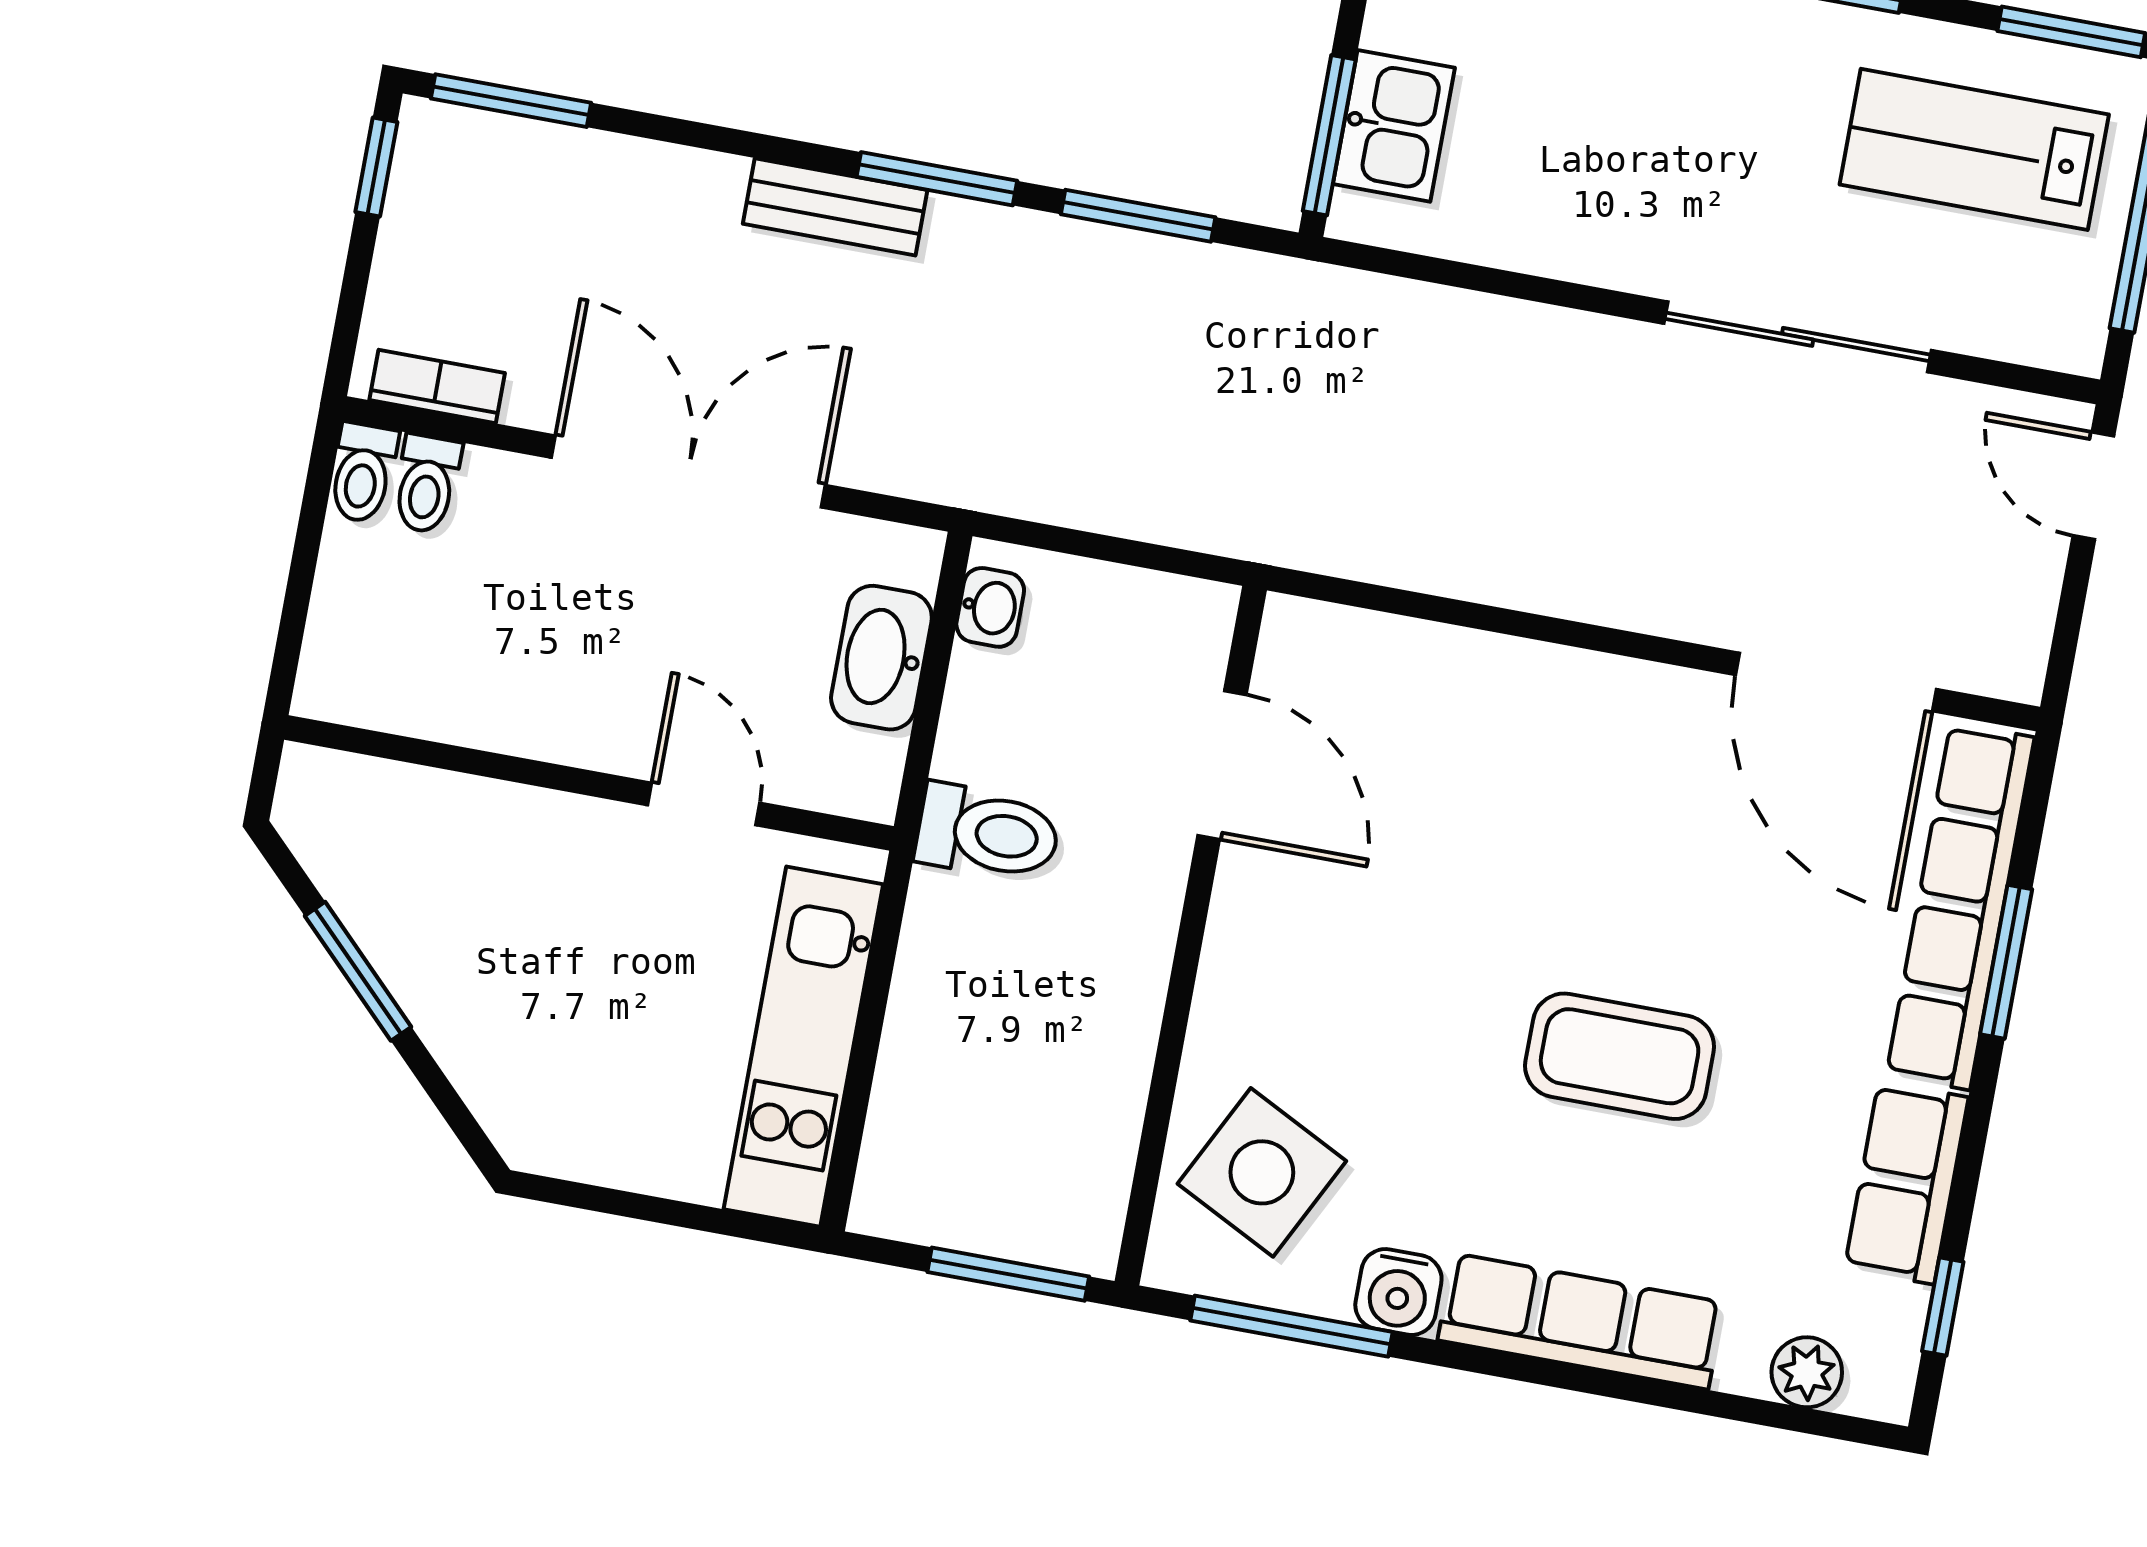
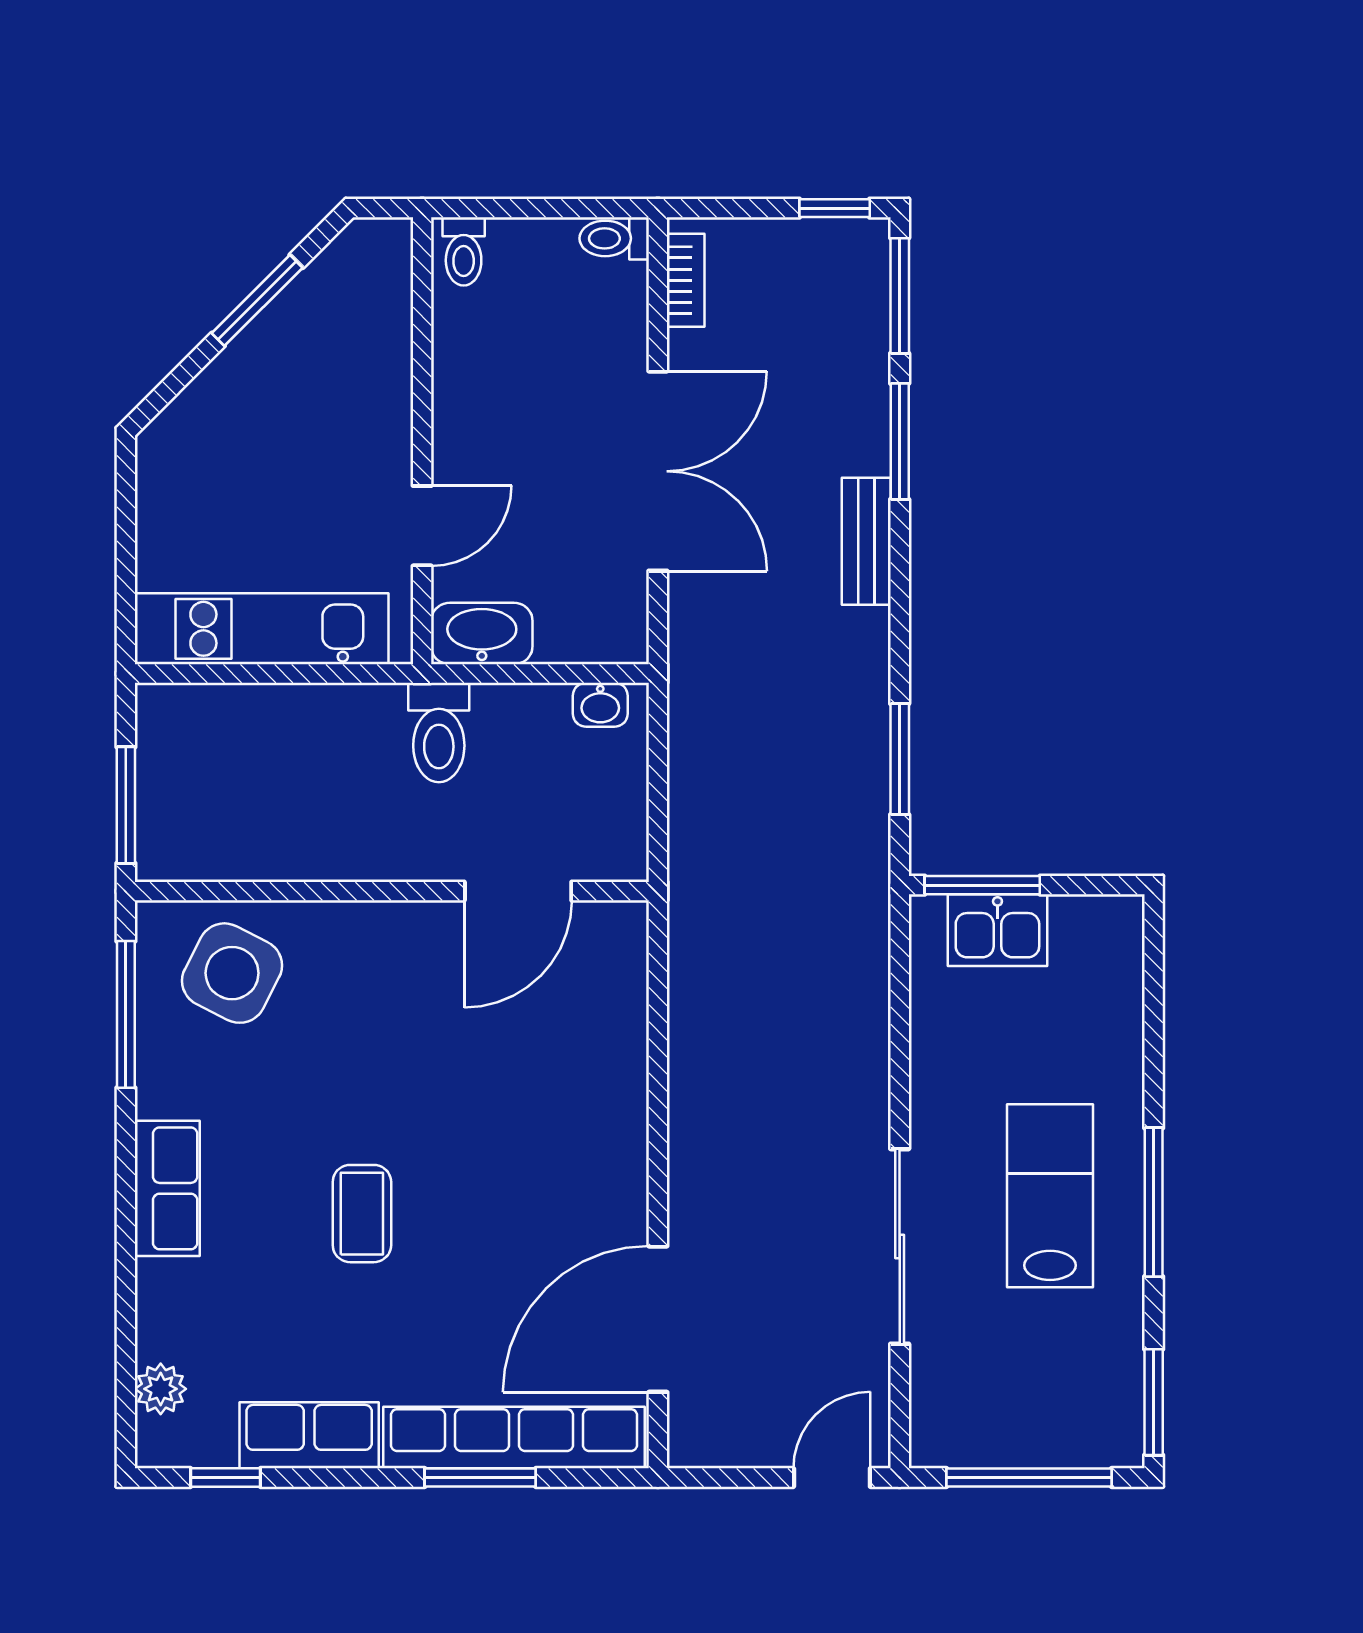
lab bench: (1974, 149) -> (1050, 1196), moved
window: (937, 179) -> (900, 441), moved
toilet: (427, 484) -> (464, 251), moved, turned -90
washbasin: (881, 658) -> (482, 634), moved
coffee table: (1620, 1056) -> (362, 1214), width x0.73, depth x0.77
water cooler: (1398, 1292) -> (164, 1086), removed
row of seats: (1581, 1321) -> (167, 1188), width x0.68

